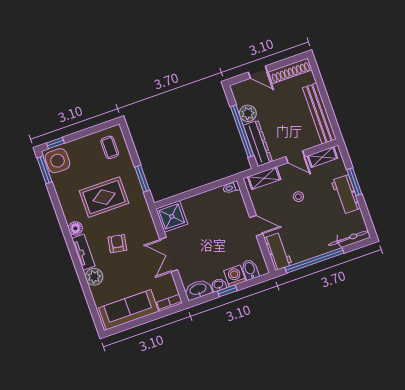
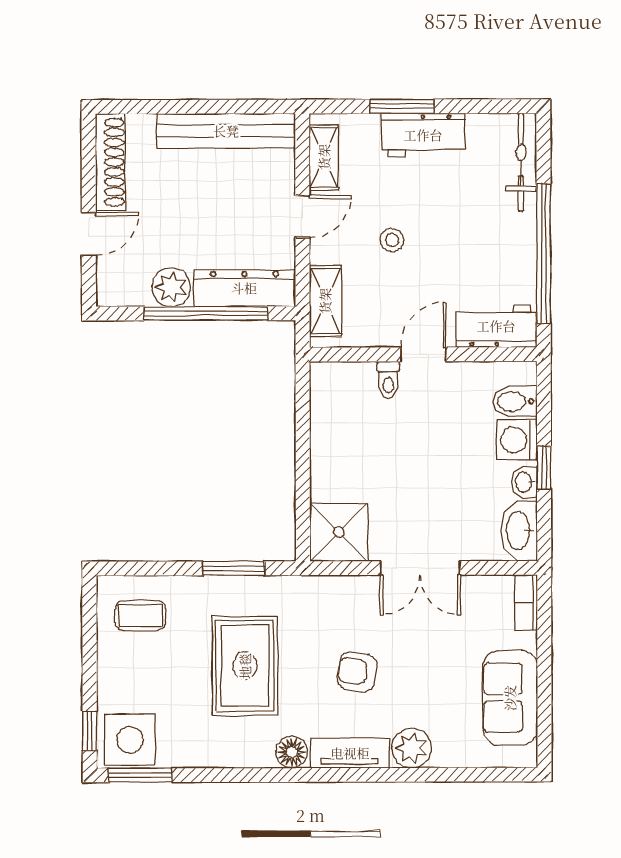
toilet: (231, 187) -> (388, 380), moved
sofa: (129, 310) -> (510, 698), width x0.73

